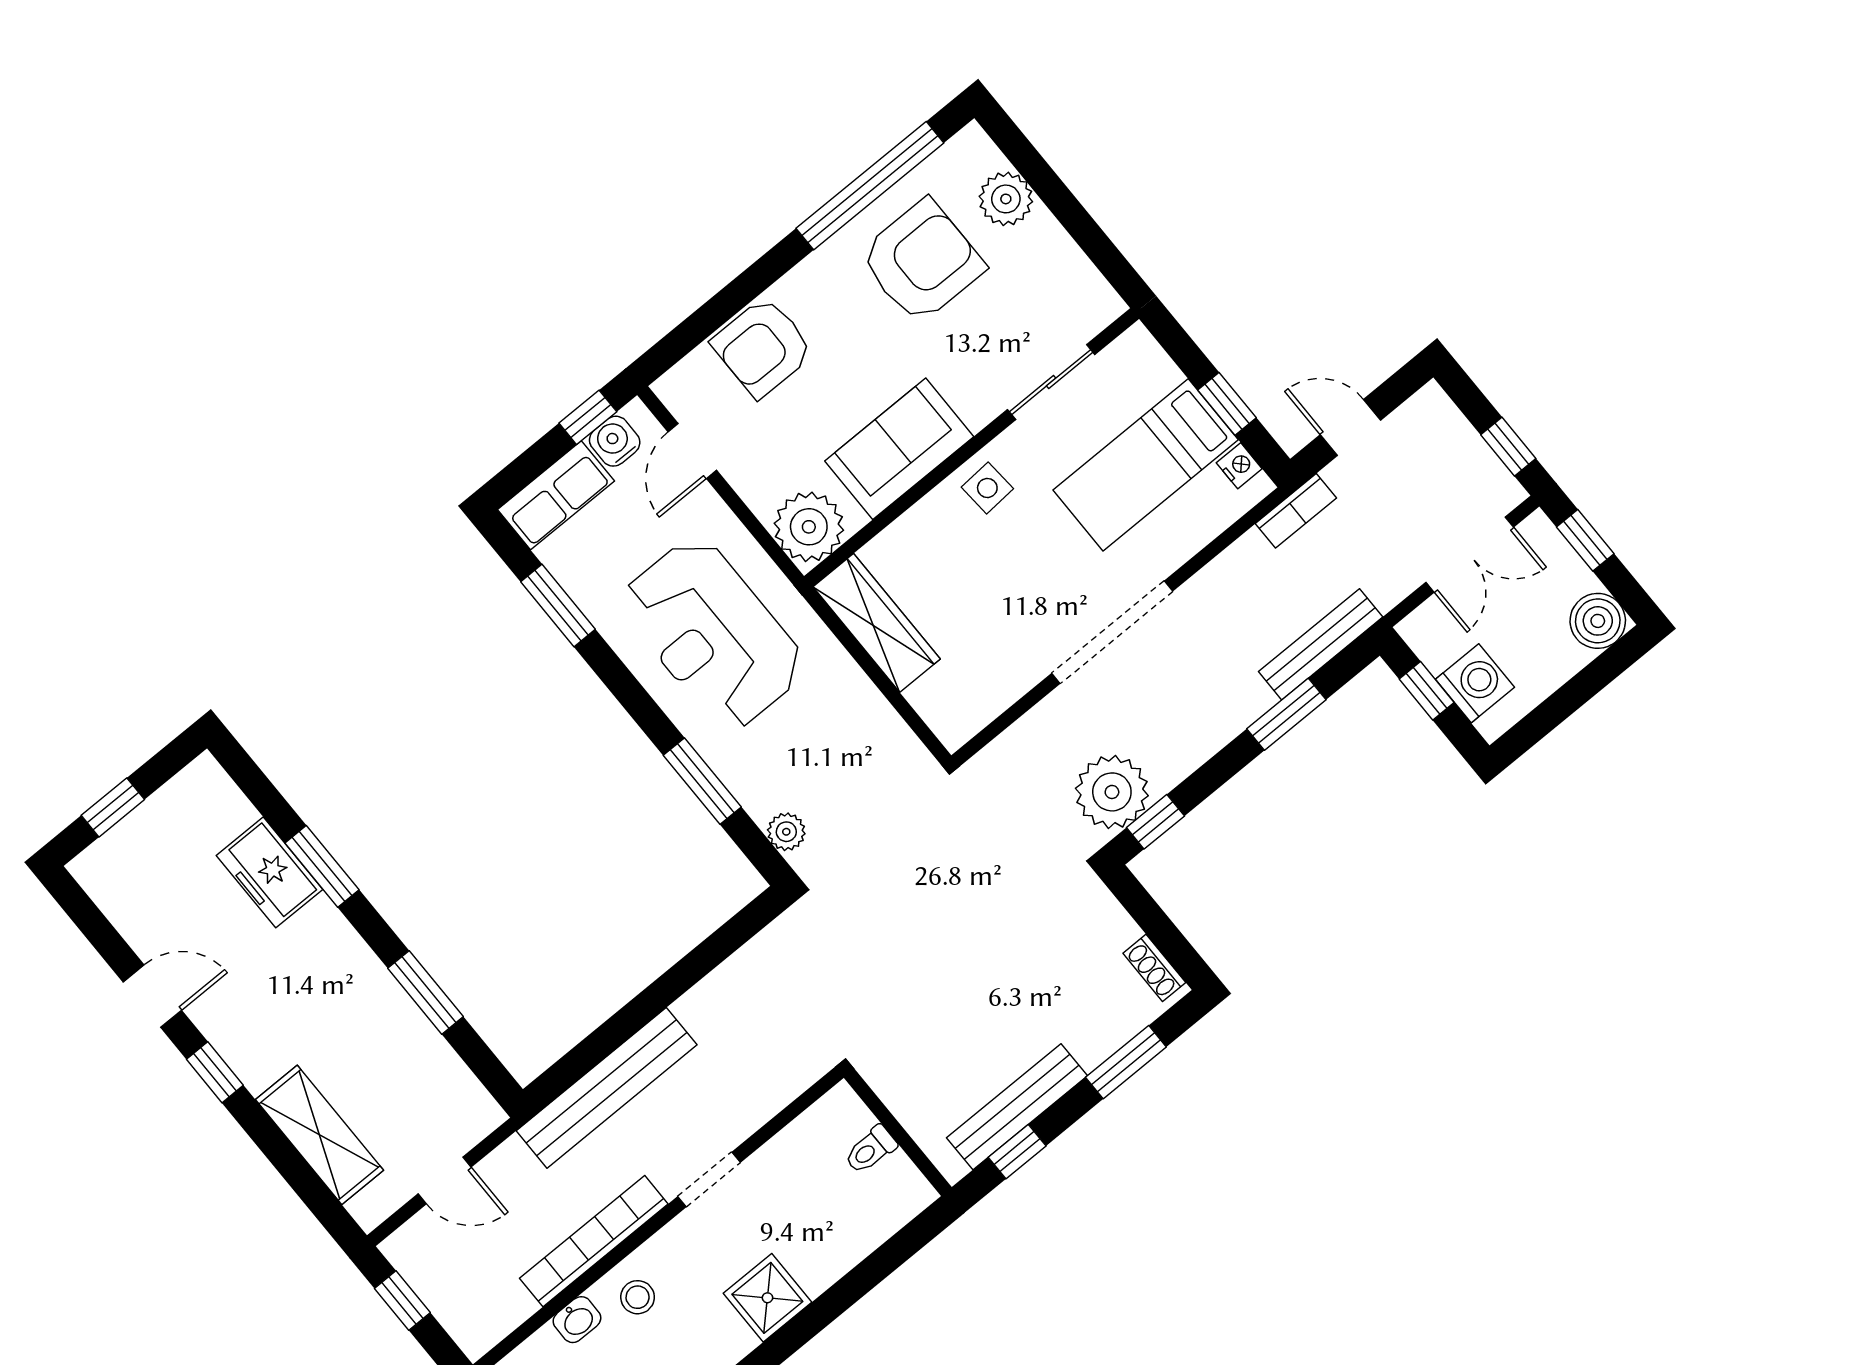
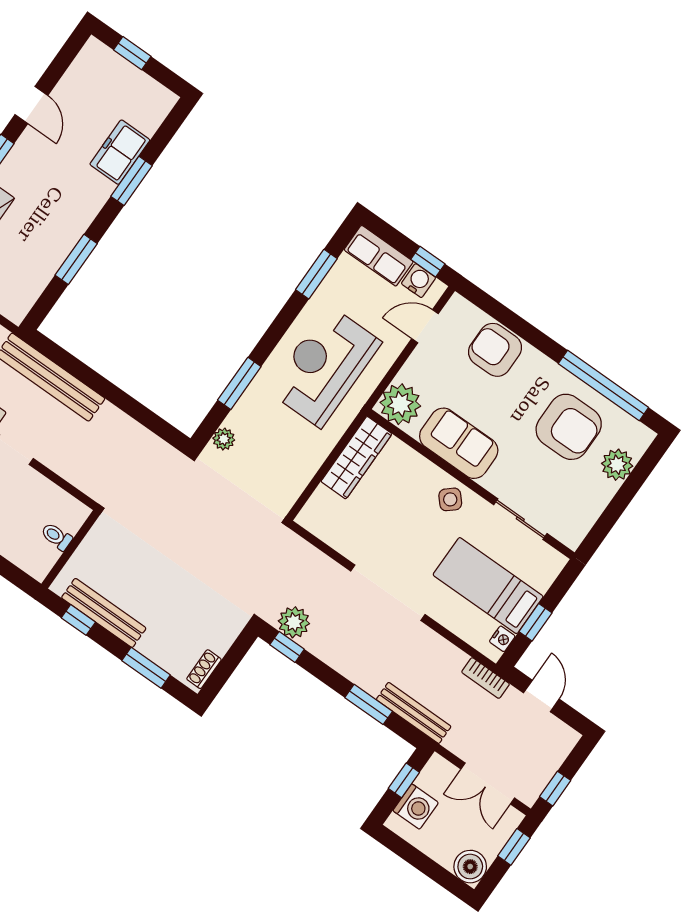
side table: (987, 488) -> (450, 499), turned -37
plant: (1112, 792) -> (294, 622), width x0.73, depth x0.73

